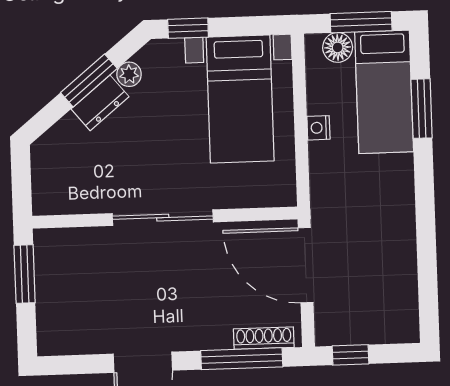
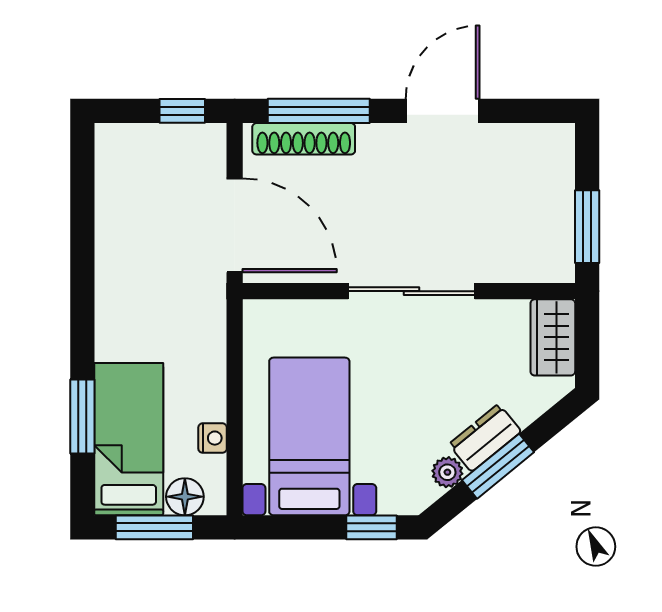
nightstand: (318, 128) -> (213, 438), moved
wardrobe: (49, 185) -> (553, 337), added
shoe rack: (264, 338) -> (304, 139), width x1.36, depth x1.24

